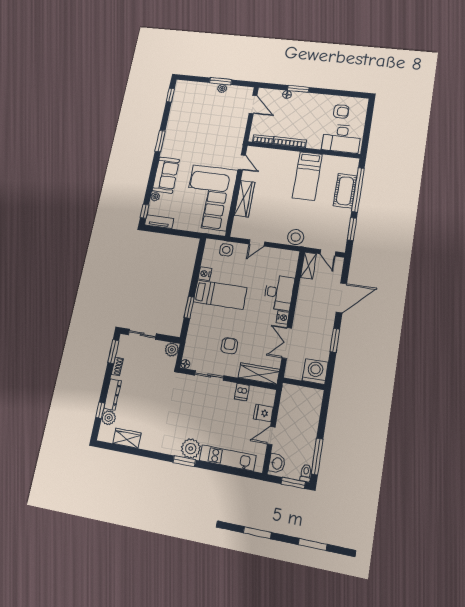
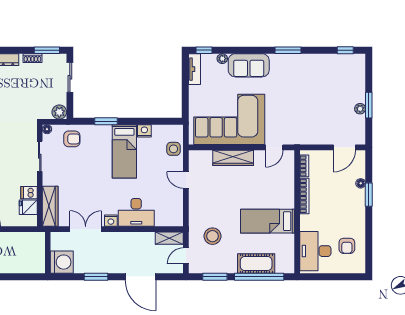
stool: (296, 237) -> (212, 236), moved
armchair: (229, 346) -> (72, 139), moved
fridge: (263, 413) -> (28, 207), moved, turned -90

